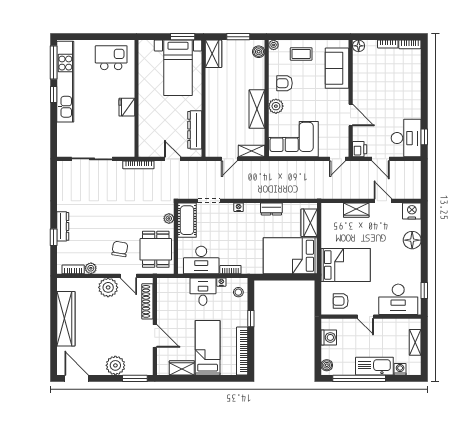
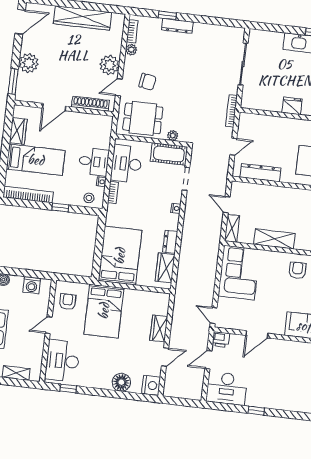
plant: (276, 106) -> (275, 259), removed
window: (424, 137) -> (256, 411), moved
wardrobe: (309, 223) -> (165, 268), moved, turned -90

